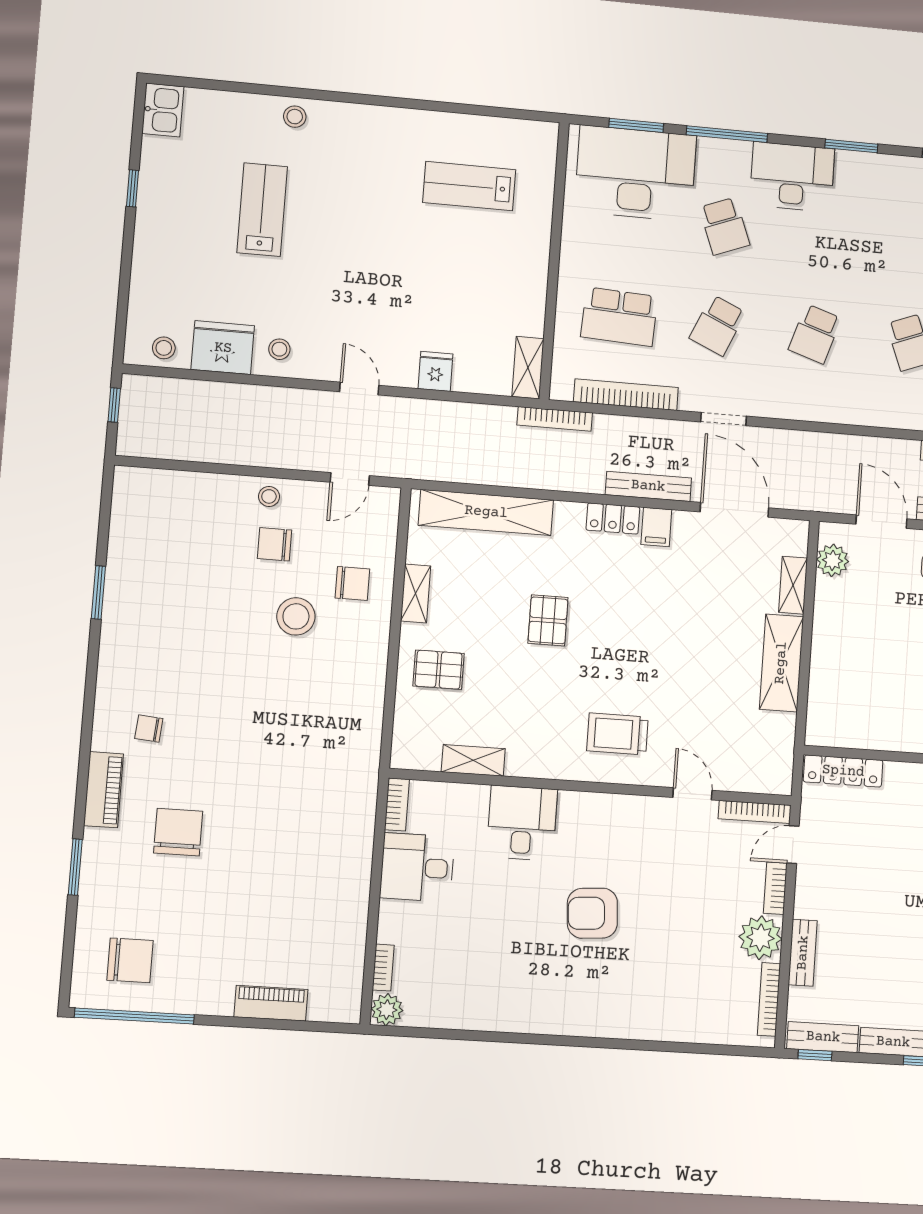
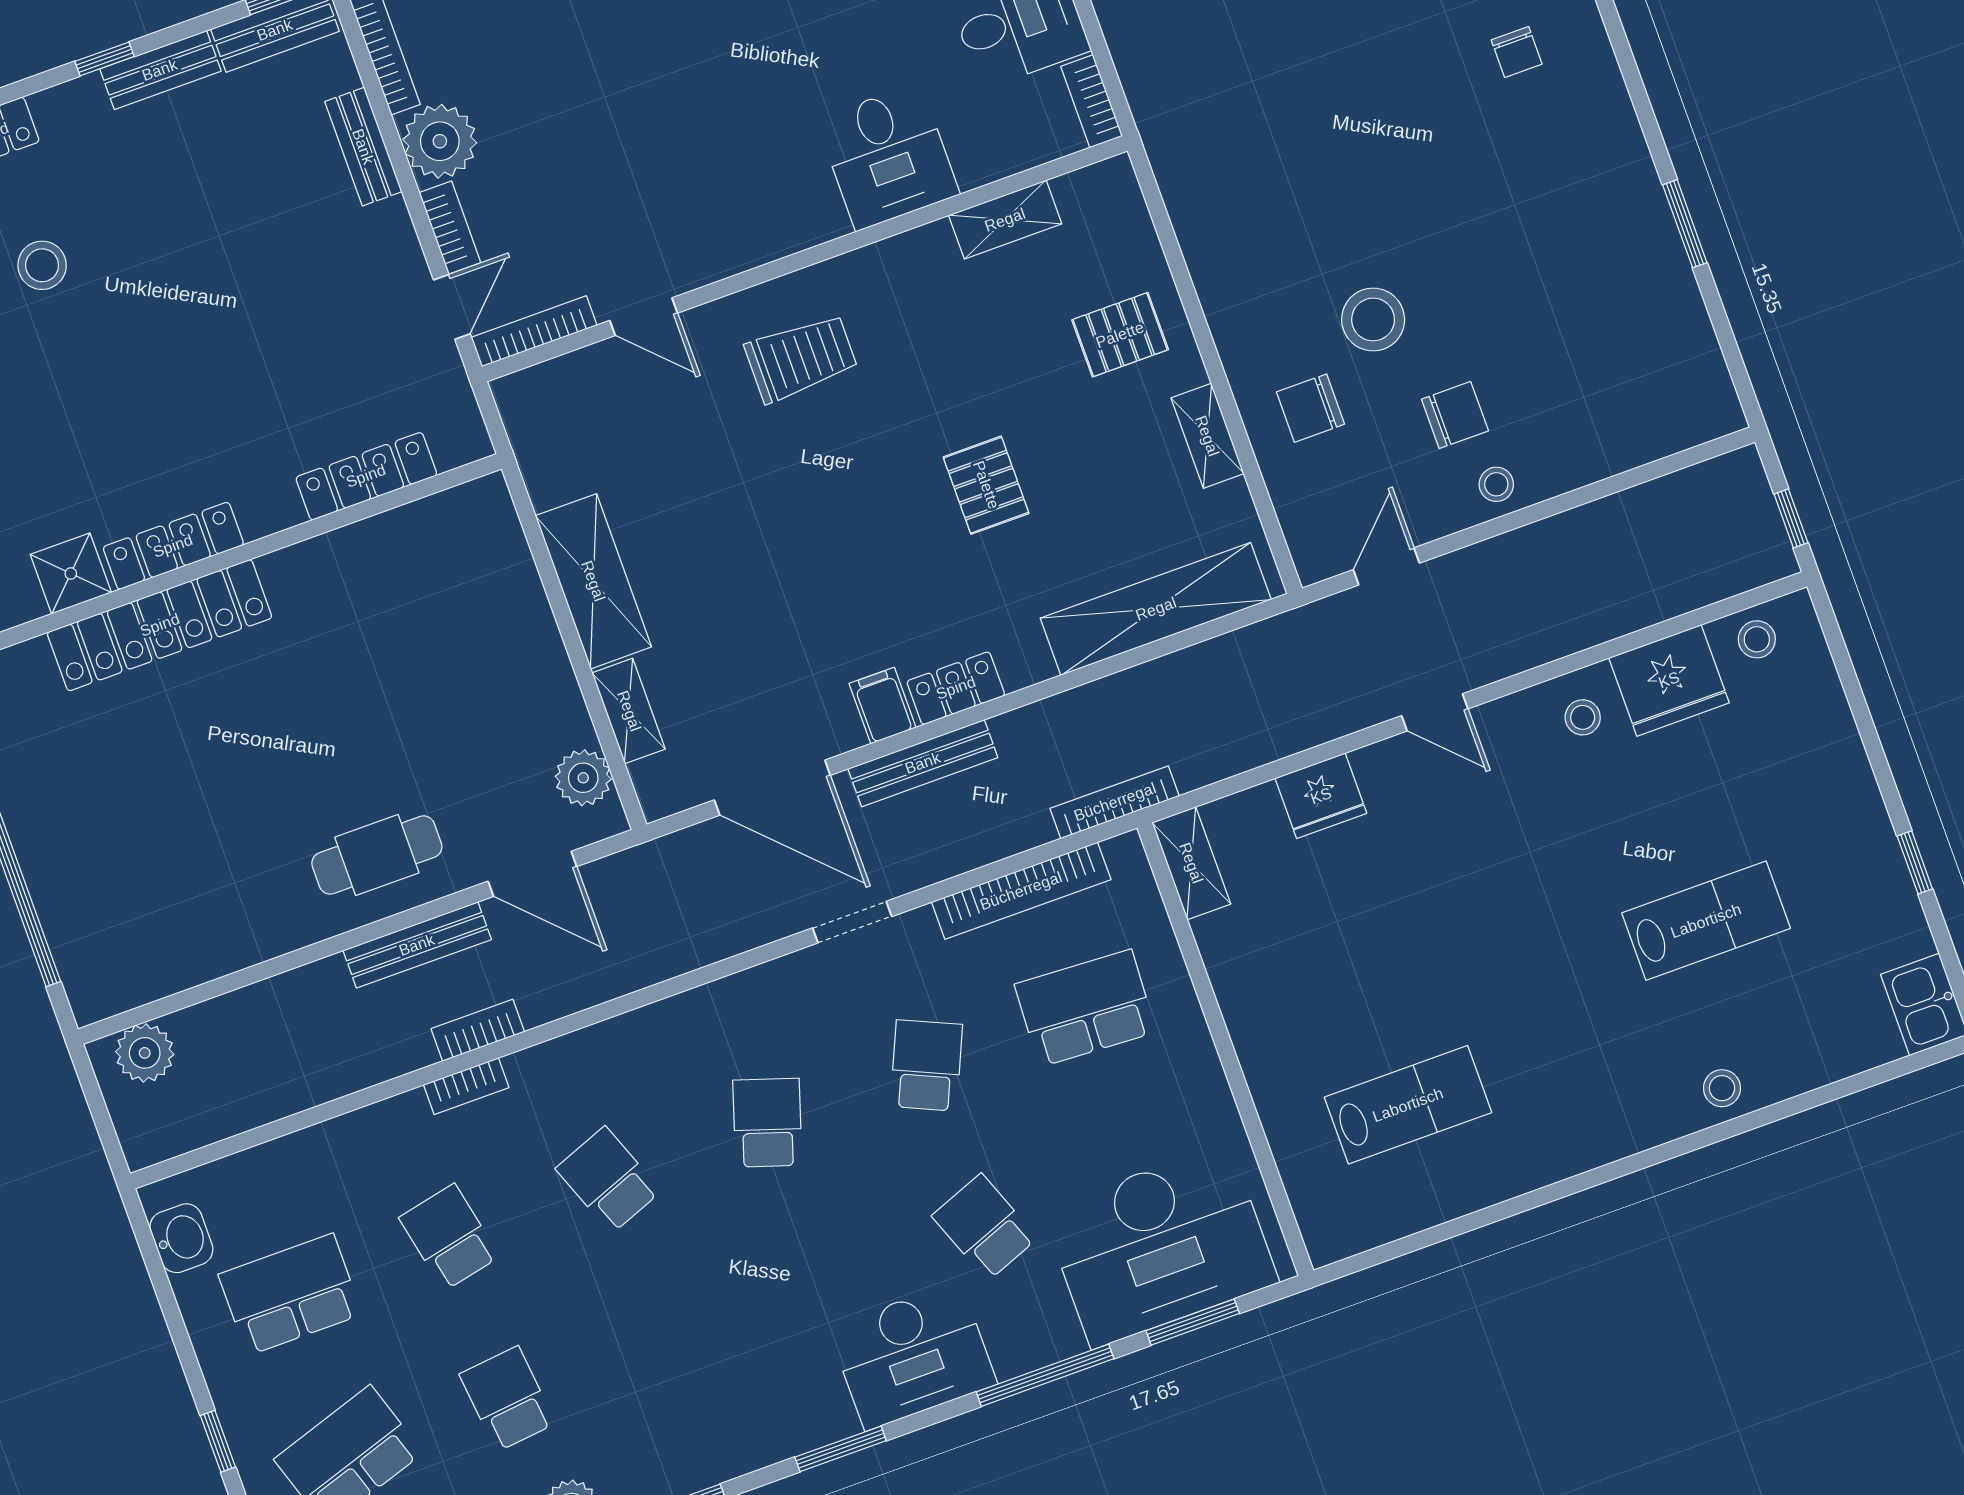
lab bench: (262, 210) -> (1706, 921), turned -90
fridge: (435, 371) -> (1321, 796), width x1.38
chair: (149, 729) -> (1517, 52), turned 85
locker: (843, 771) -> (366, 476), moved
armchair: (592, 913) -> (718, 66), removed

